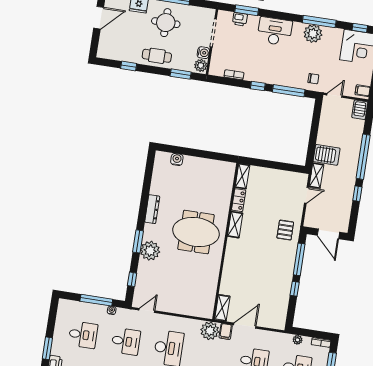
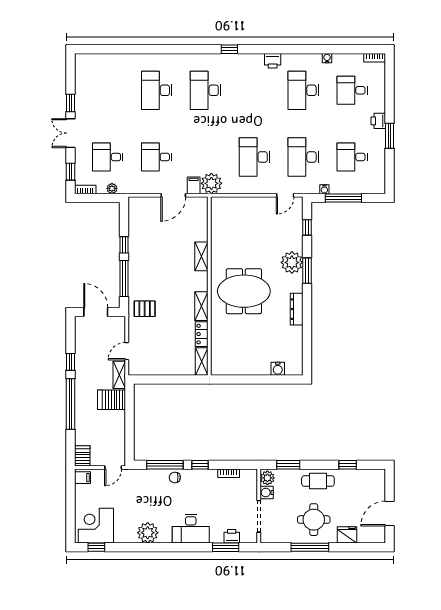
window: (319, 22) -> (143, 547), removed
chair: (313, 79) -> (175, 477), moved
pallet: (285, 230) -> (145, 309), turned 90
shelving: (222, 308) -> (201, 256), moved
desk: (126, 341) -> (303, 157), width x1.37

